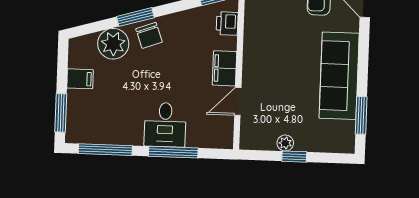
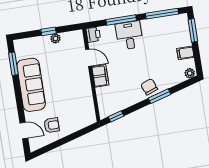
printer: (227, 23) -> (93, 35), moved
plant: (113, 44) -> (190, 73), moved, width x0.53, depth x0.53
door: (238, 101) -> (89, 58), hinge flipped

